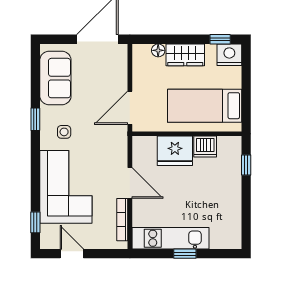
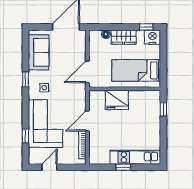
dishwasher: (205, 147) -> (137, 97), removed
door: (130, 183) -> (87, 121), swing flipped
window: (35, 222) -> (25, 136), moved
kitchen unit: (170, 238) -> (135, 157), moved
door: (72, 254) -> (49, 167), hinge flipped

